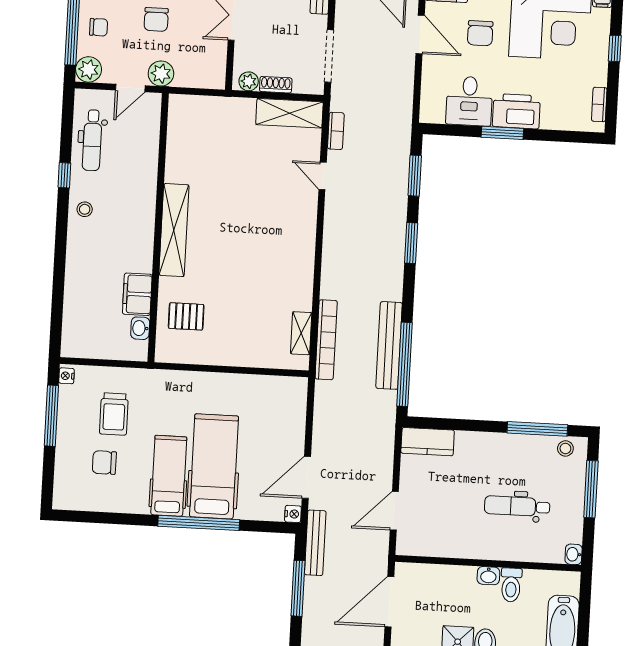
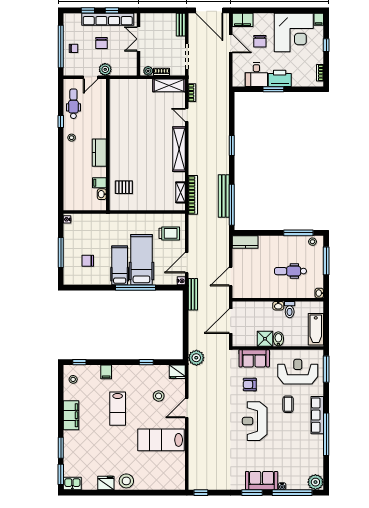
plant: (89, 69) -> (70, 69), removed
dental chair: (92, 140) -> (73, 104), turned 180
window: (415, 176) -> (232, 112), removed
shelving: (174, 230) -> (179, 149), moved
kitchen counter: (140, 243) -> (99, 153), added
filing cabinet: (137, 294) -> (99, 183), width x0.50
trolley: (114, 414) -> (169, 233), moved, turned -90
window: (51, 416) -> (61, 253), moved
window: (298, 588) -> (186, 317), removed

